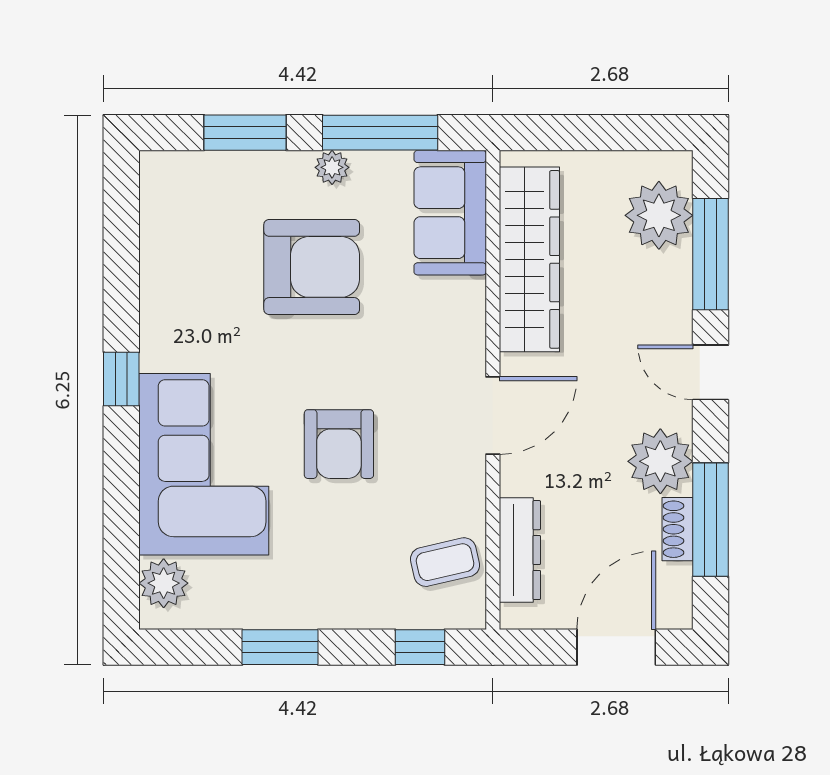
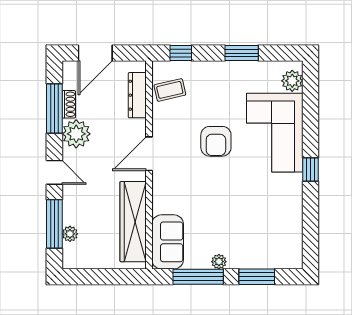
plant: (659, 215) -> (70, 234), width x0.53, depth x0.53
armchair: (312, 267) -> (228, 218), removed
armchair: (339, 444) -> (216, 141), turned 180

